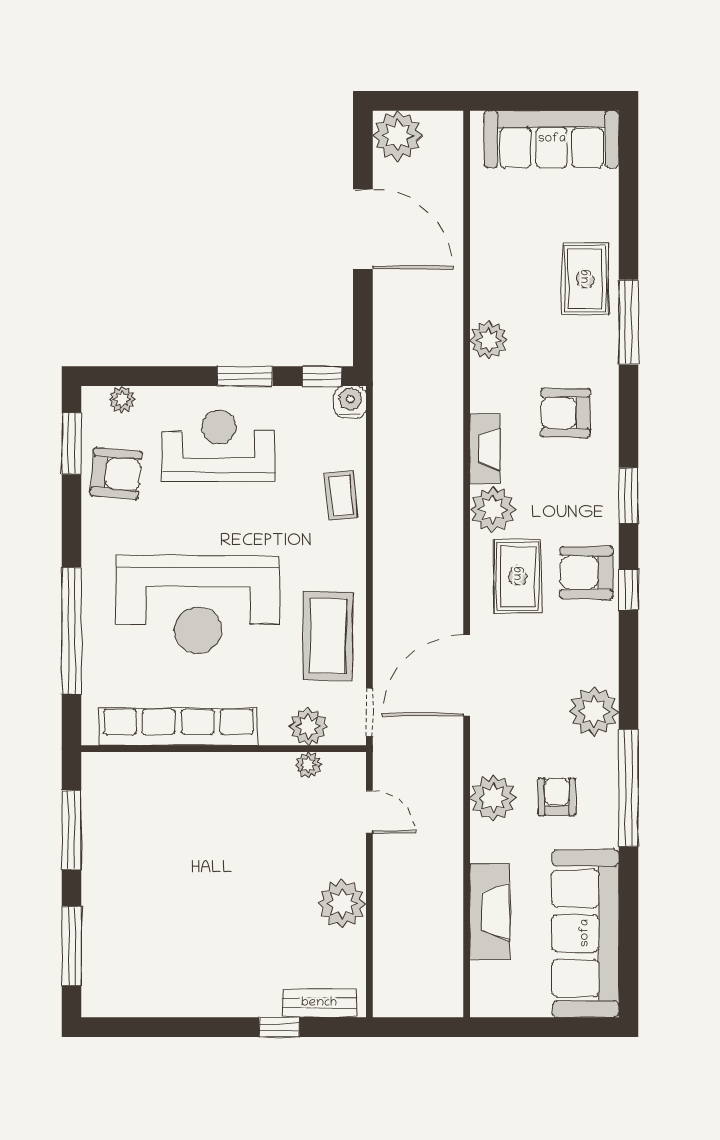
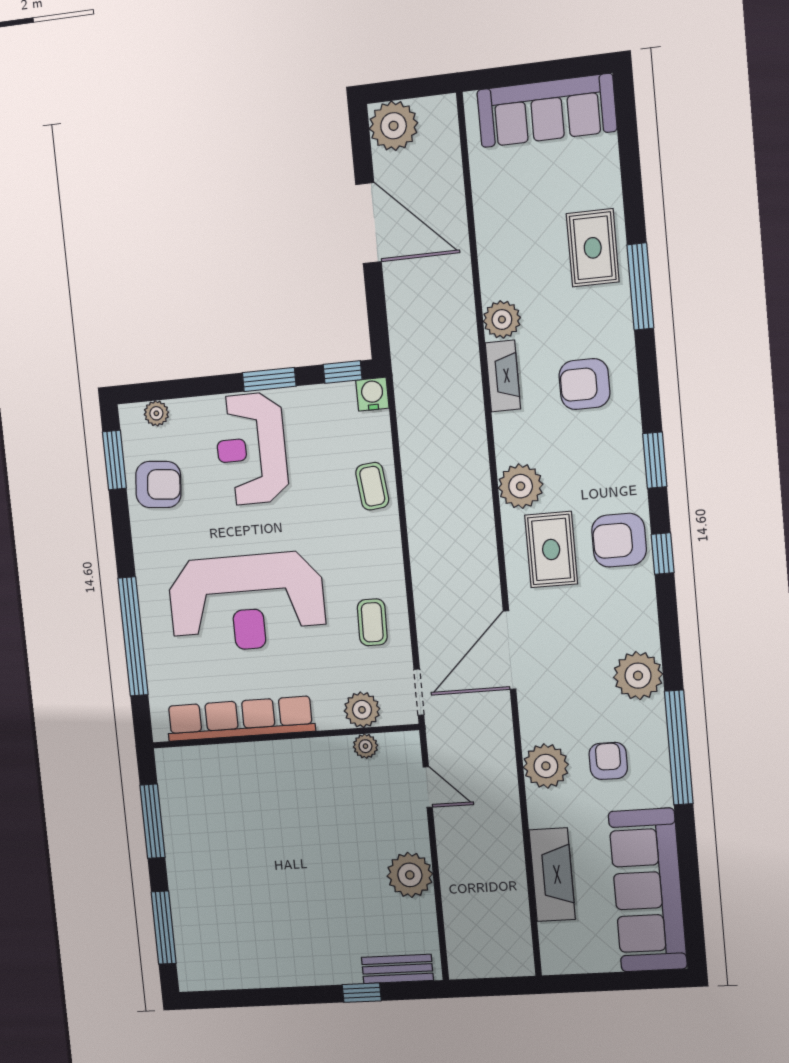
reception desk: (219, 446) -> (251, 449), turned -90
fireplace: (485, 449) -> (503, 376), moved
coffee table: (328, 636) -> (372, 622), width x0.54, depth x0.58

